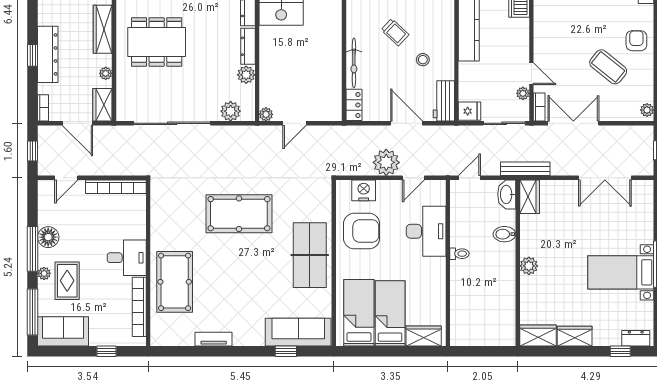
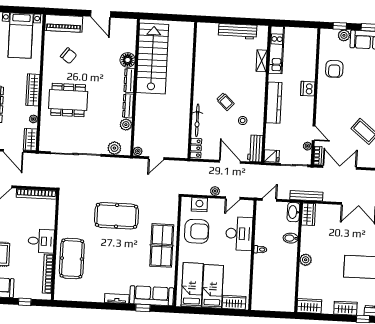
plant: (386, 162) -> (215, 191), width x0.53, depth x0.53
wardrobe: (575, 336) -> (345, 308), moved
tv unit: (214, 339) -> (117, 299), moved

